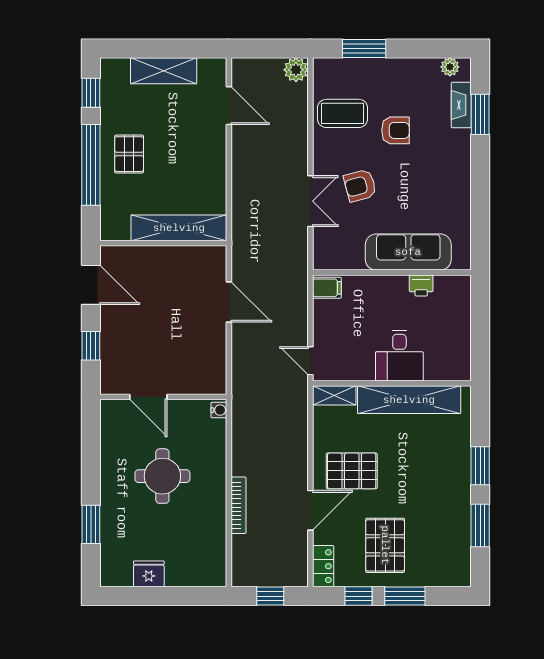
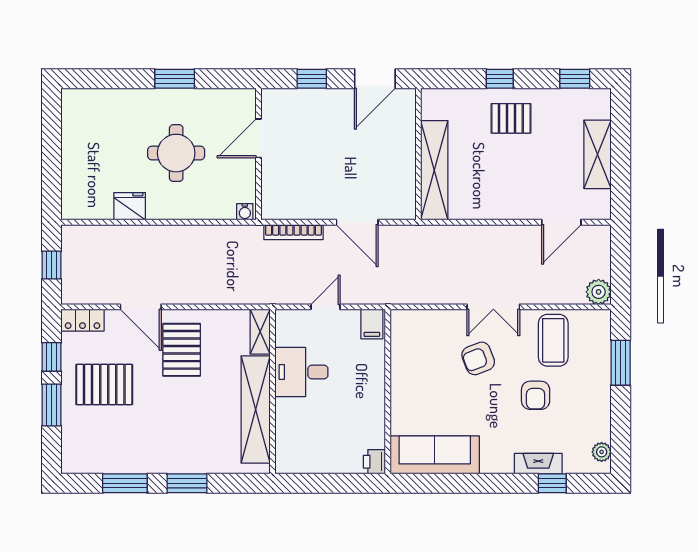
fireplace: (461, 105) -> (538, 464), moved
window: (480, 114) -> (552, 483), width x0.67
window: (91, 165) -> (500, 79), width x0.32
armchair: (360, 186) -> (478, 358), turned -96
double door: (310, 201) -> (493, 307), moved
sofa: (408, 252) -> (435, 455), moved, turned -90
printer: (421, 285) -> (374, 462), moved
door: (229, 302) -> (357, 222), hinge flipped
desk: (399, 356) -> (301, 372), moved
door: (310, 361) -> (326, 307), moved
bookcase: (238, 505) -> (293, 232), moved
window: (91, 524) -> (175, 79), moved
fridge: (149, 574) -> (130, 206), moved, turned -90

